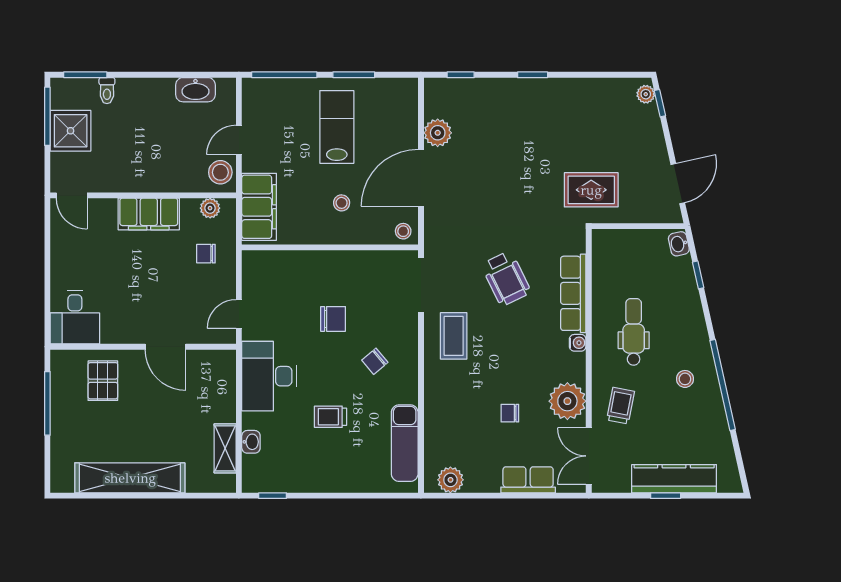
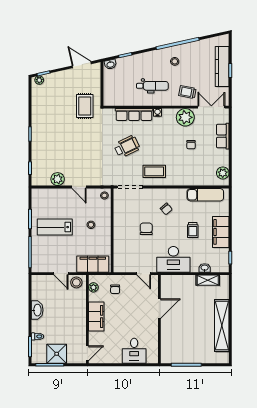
washbasin: (195, 90) -> (37, 310), moved
door: (421, 178) -> (79, 187), width x0.53
desk: (75, 317) -> (134, 351), moved, turned 90
dental chair: (634, 332) -> (152, 86), turned 180
pallet: (103, 381) -> (176, 338), removed
double door: (589, 456) -> (211, 107), swing flipped
filing cabinet: (327, 476) -> (221, 232), added

